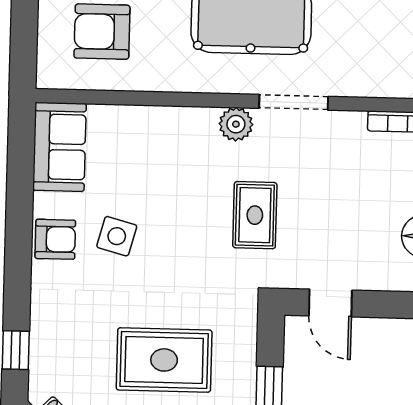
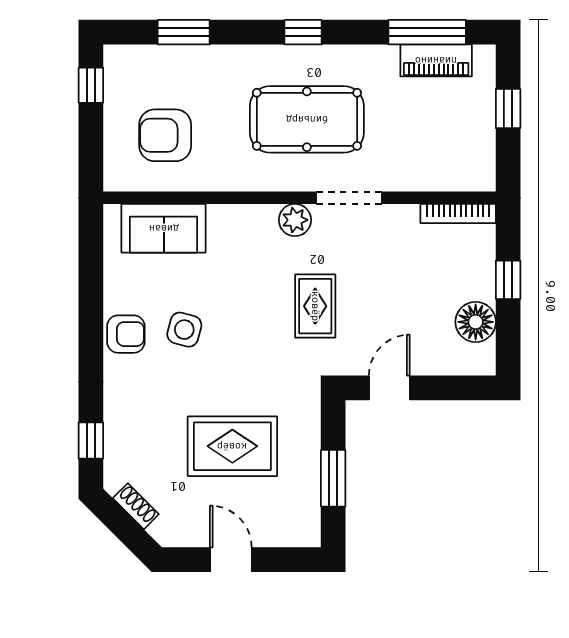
sofa: (59, 147) -> (164, 228), moved, turned 90
door: (330, 303) -> (389, 388), swing flipped

